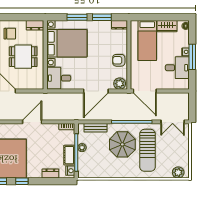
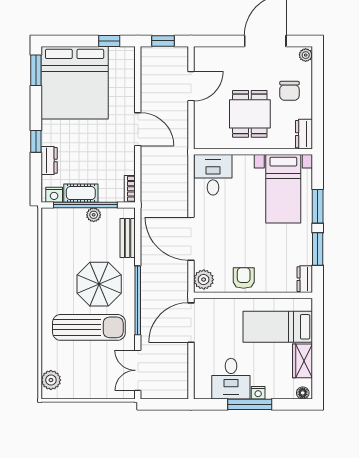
bed with nightstands: (67, 43) -> (283, 189), width x0.73
sun lounger: (148, 150) -> (89, 327), turned 180
window: (22, 181) -> (36, 141), moved

